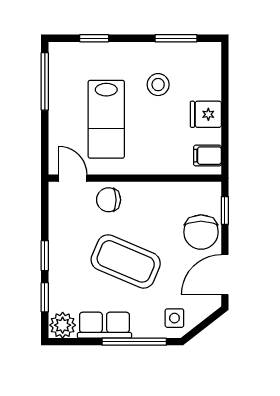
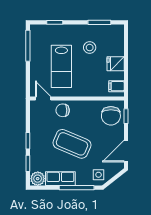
chair: (201, 232) -> (111, 116), moved

